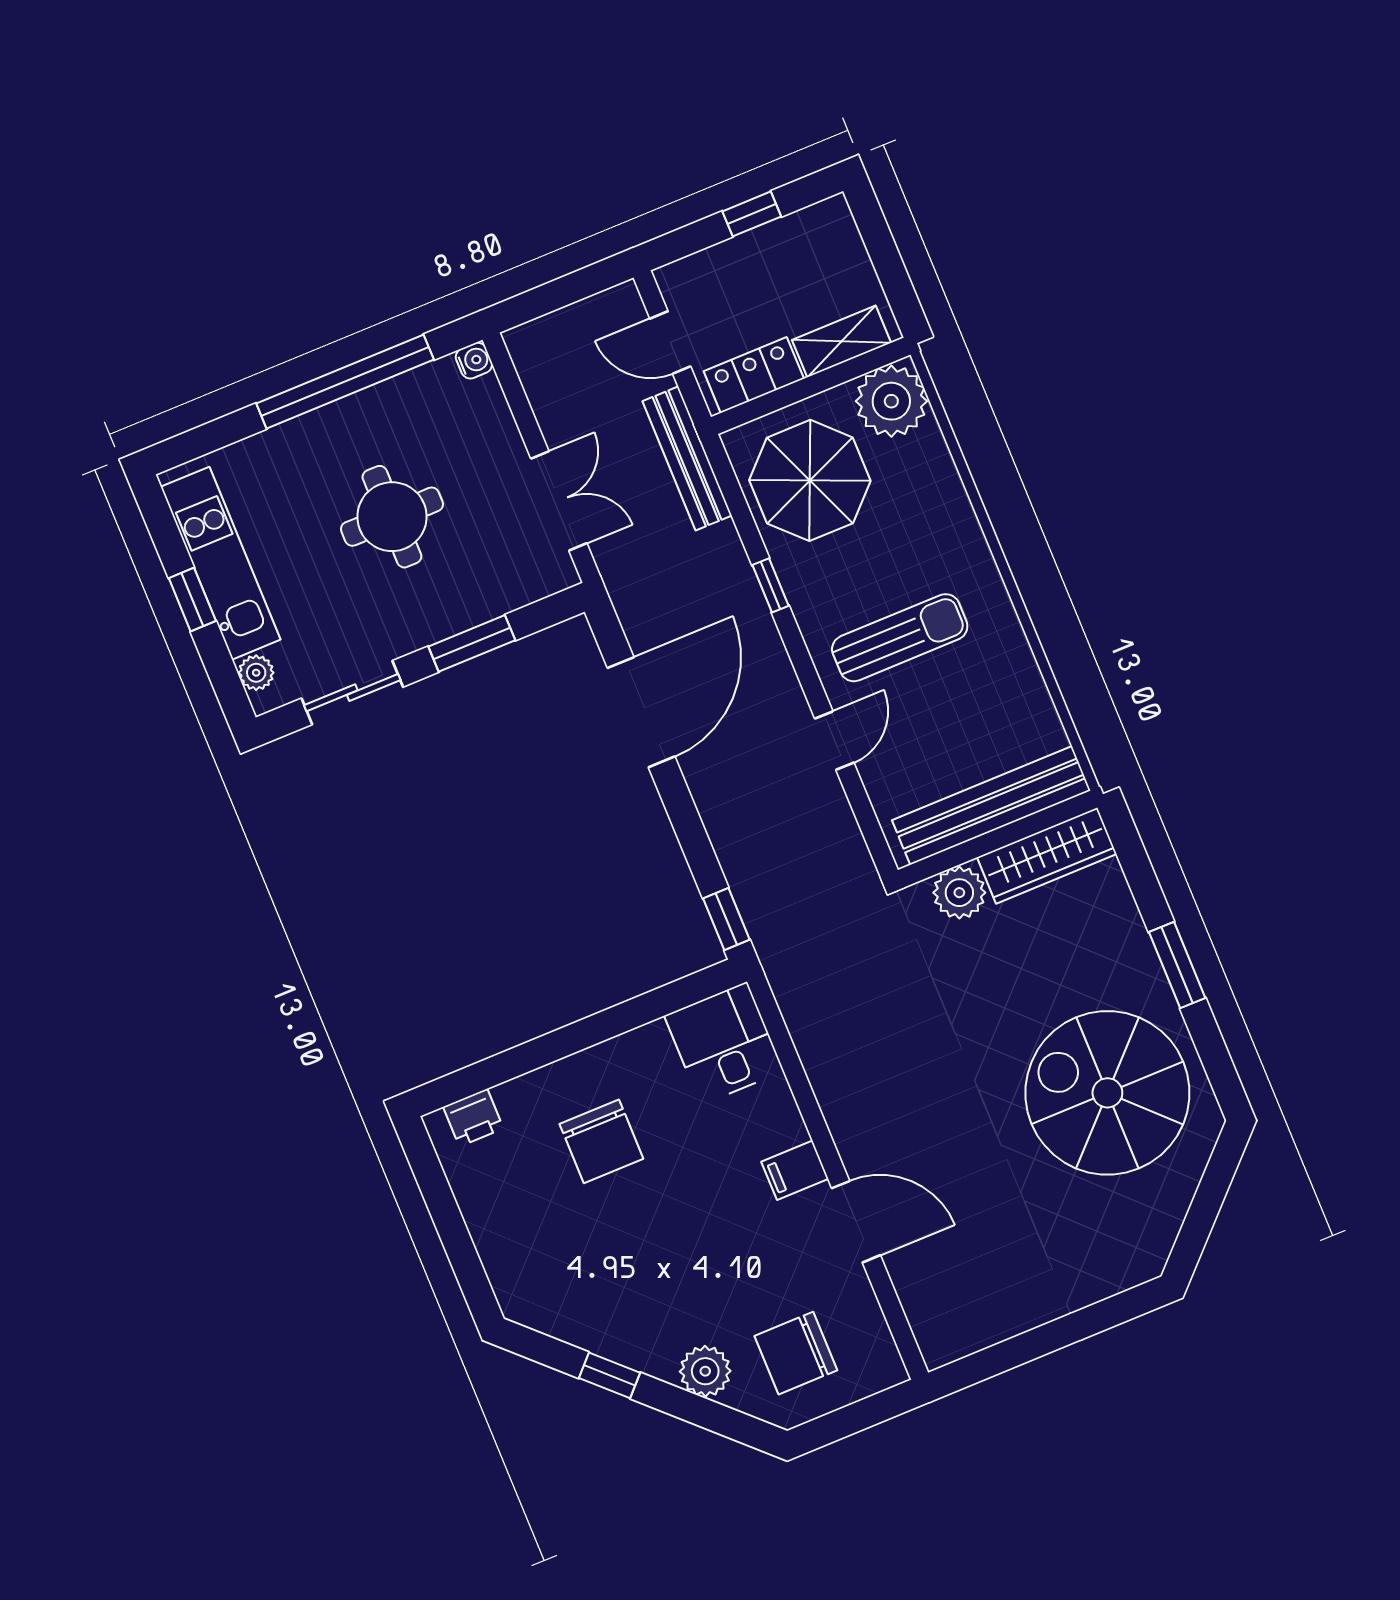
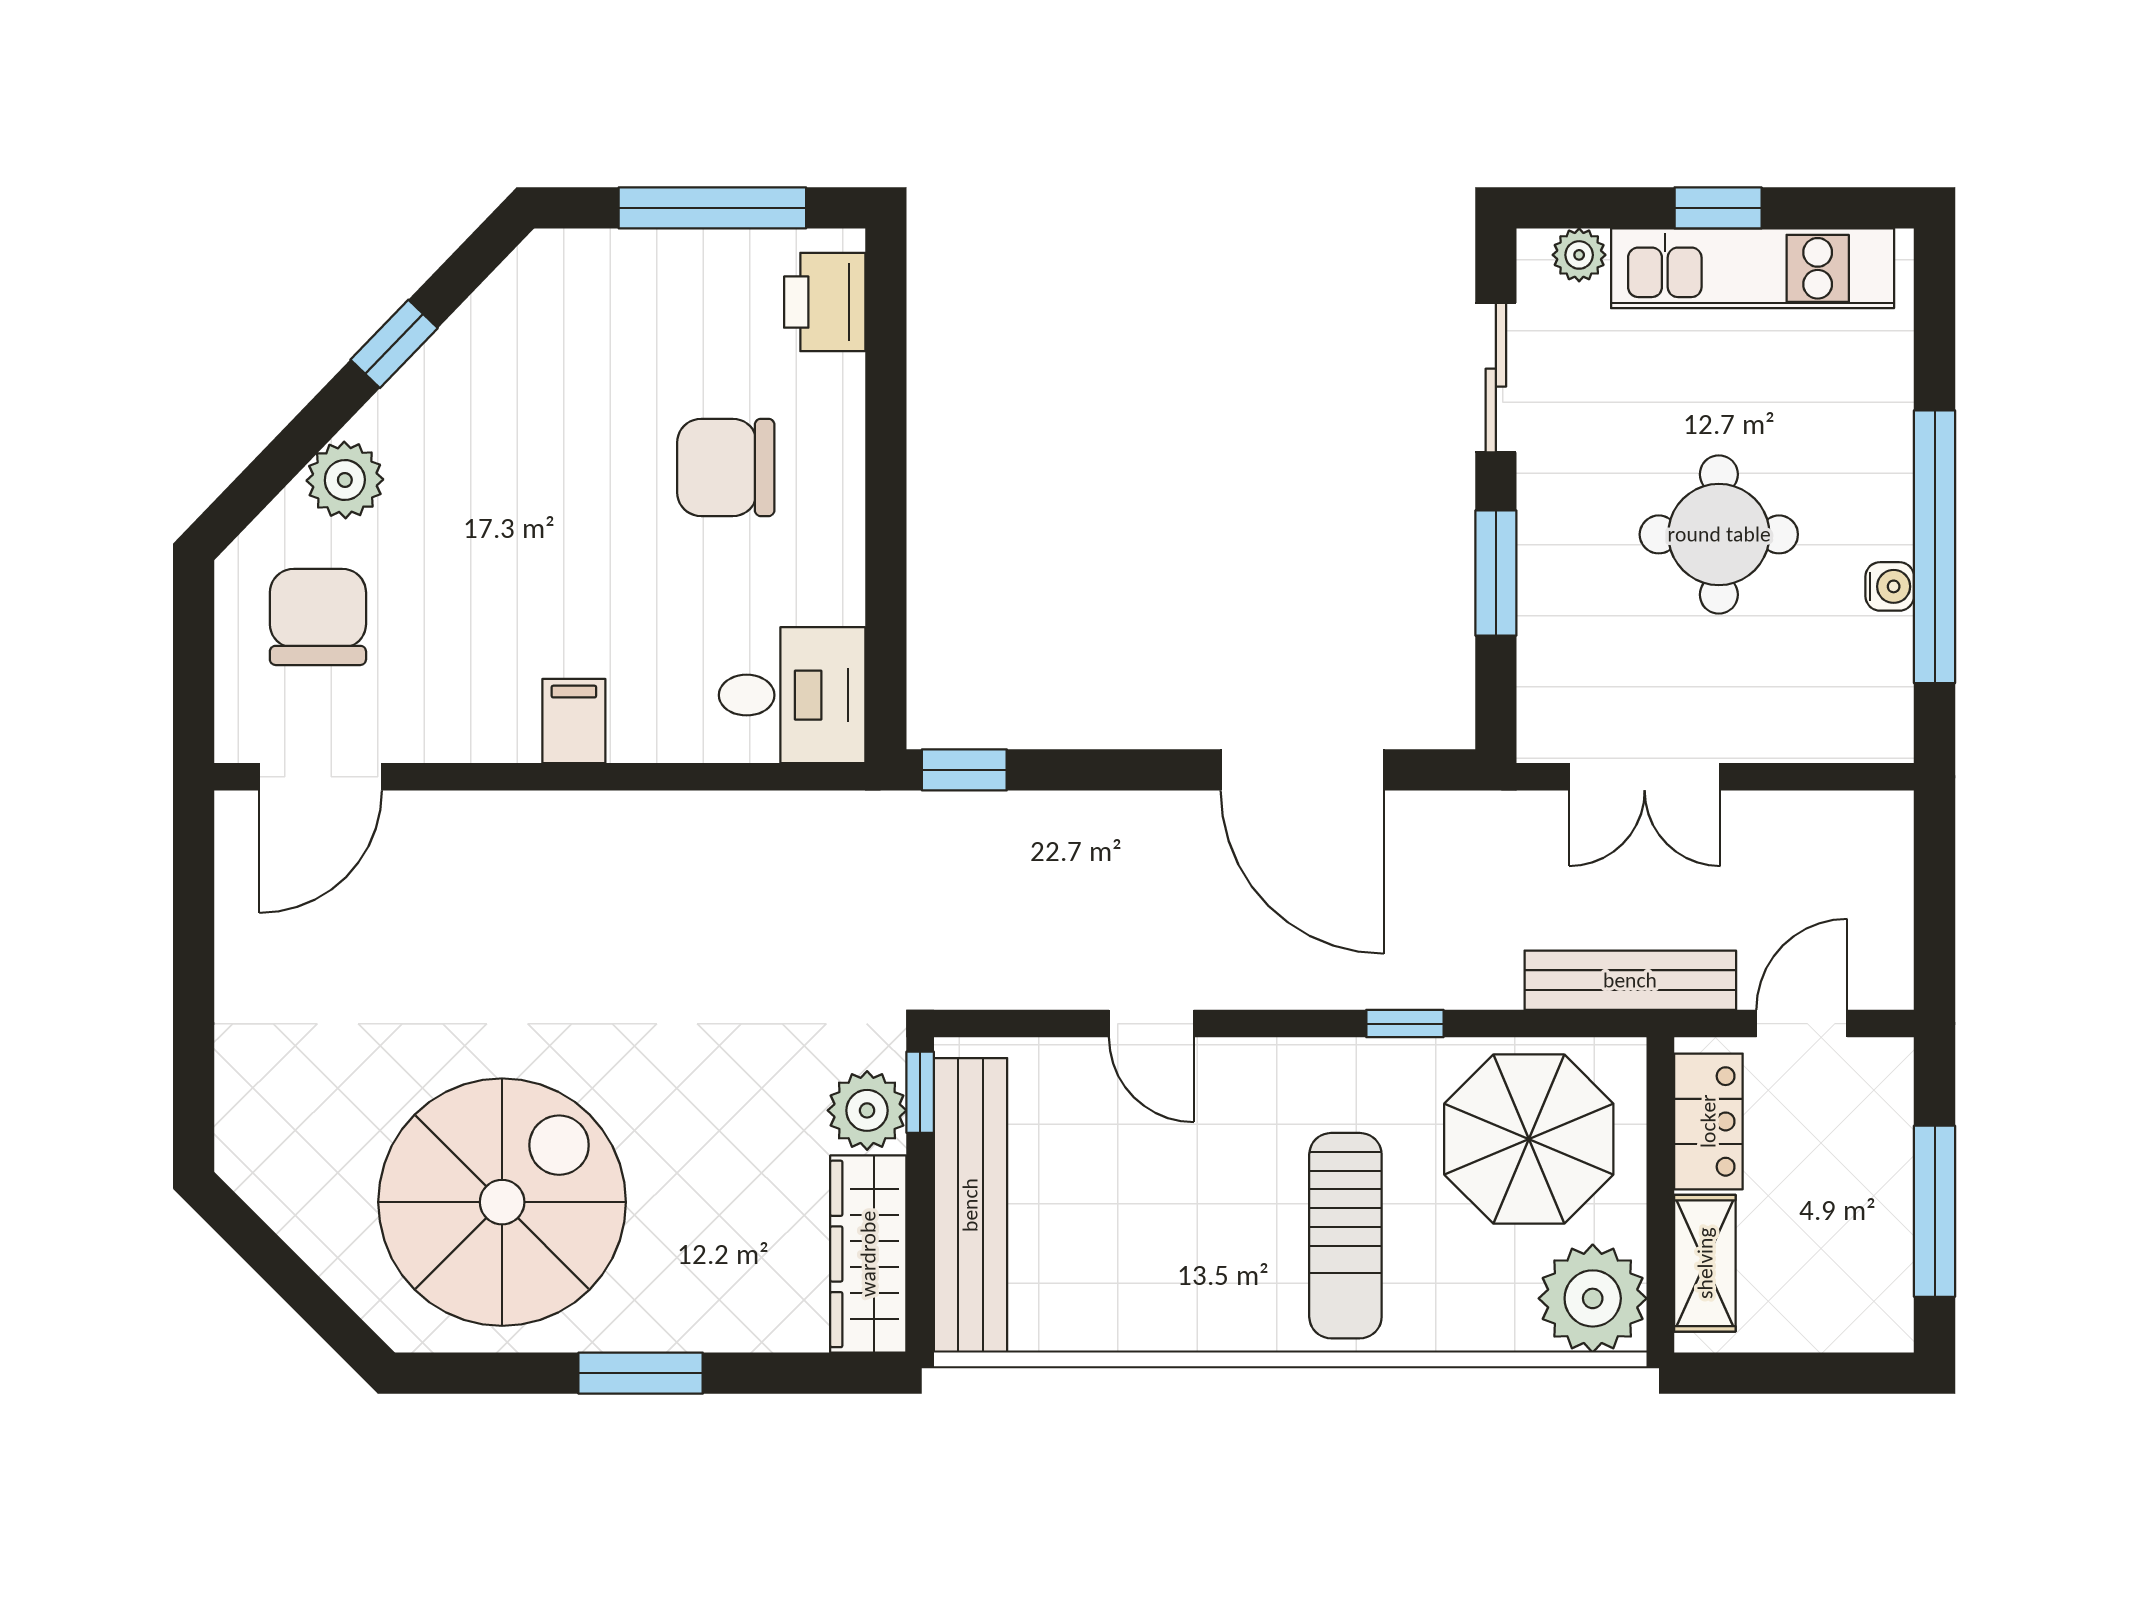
window: (752, 214) -> (1935, 1211), width x2.17
water cooler: (474, 361) -> (1890, 586), moved, turned -90
sun lounger: (900, 638) -> (1345, 1236), moved
window: (935, 865) -> (920, 1092), added
printer: (473, 1118) -> (825, 302), width x1.36, depth x1.24
window: (446, 1215) -> (712, 208), added
door: (856, 1222) -> (321, 777), moved

